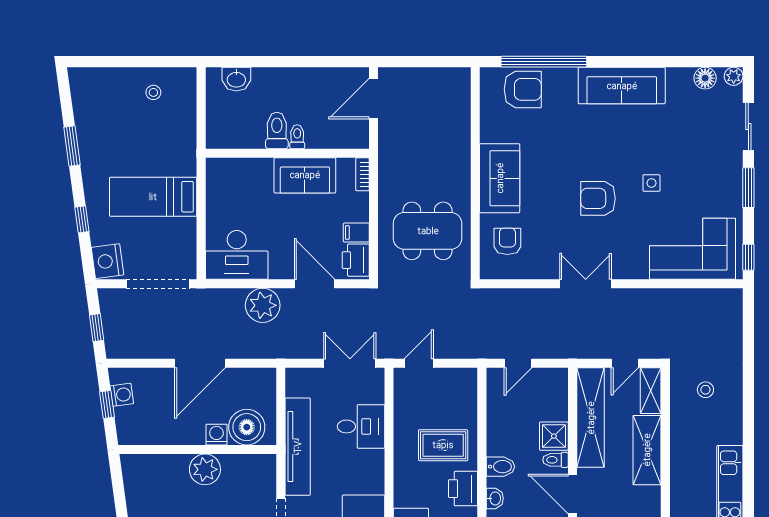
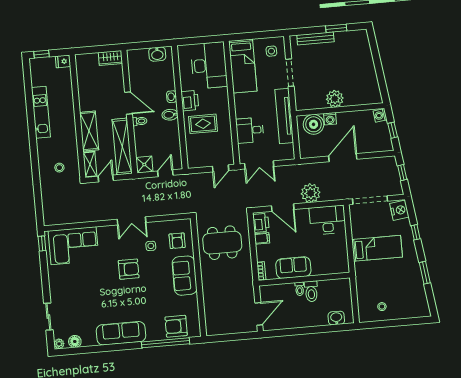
side table: (651, 183) -> (151, 246), moved
window: (748, 188) -> (45, 282), removed
washing machine: (122, 395) -> (380, 115), moved
shower: (554, 436) -> (144, 165), moved

